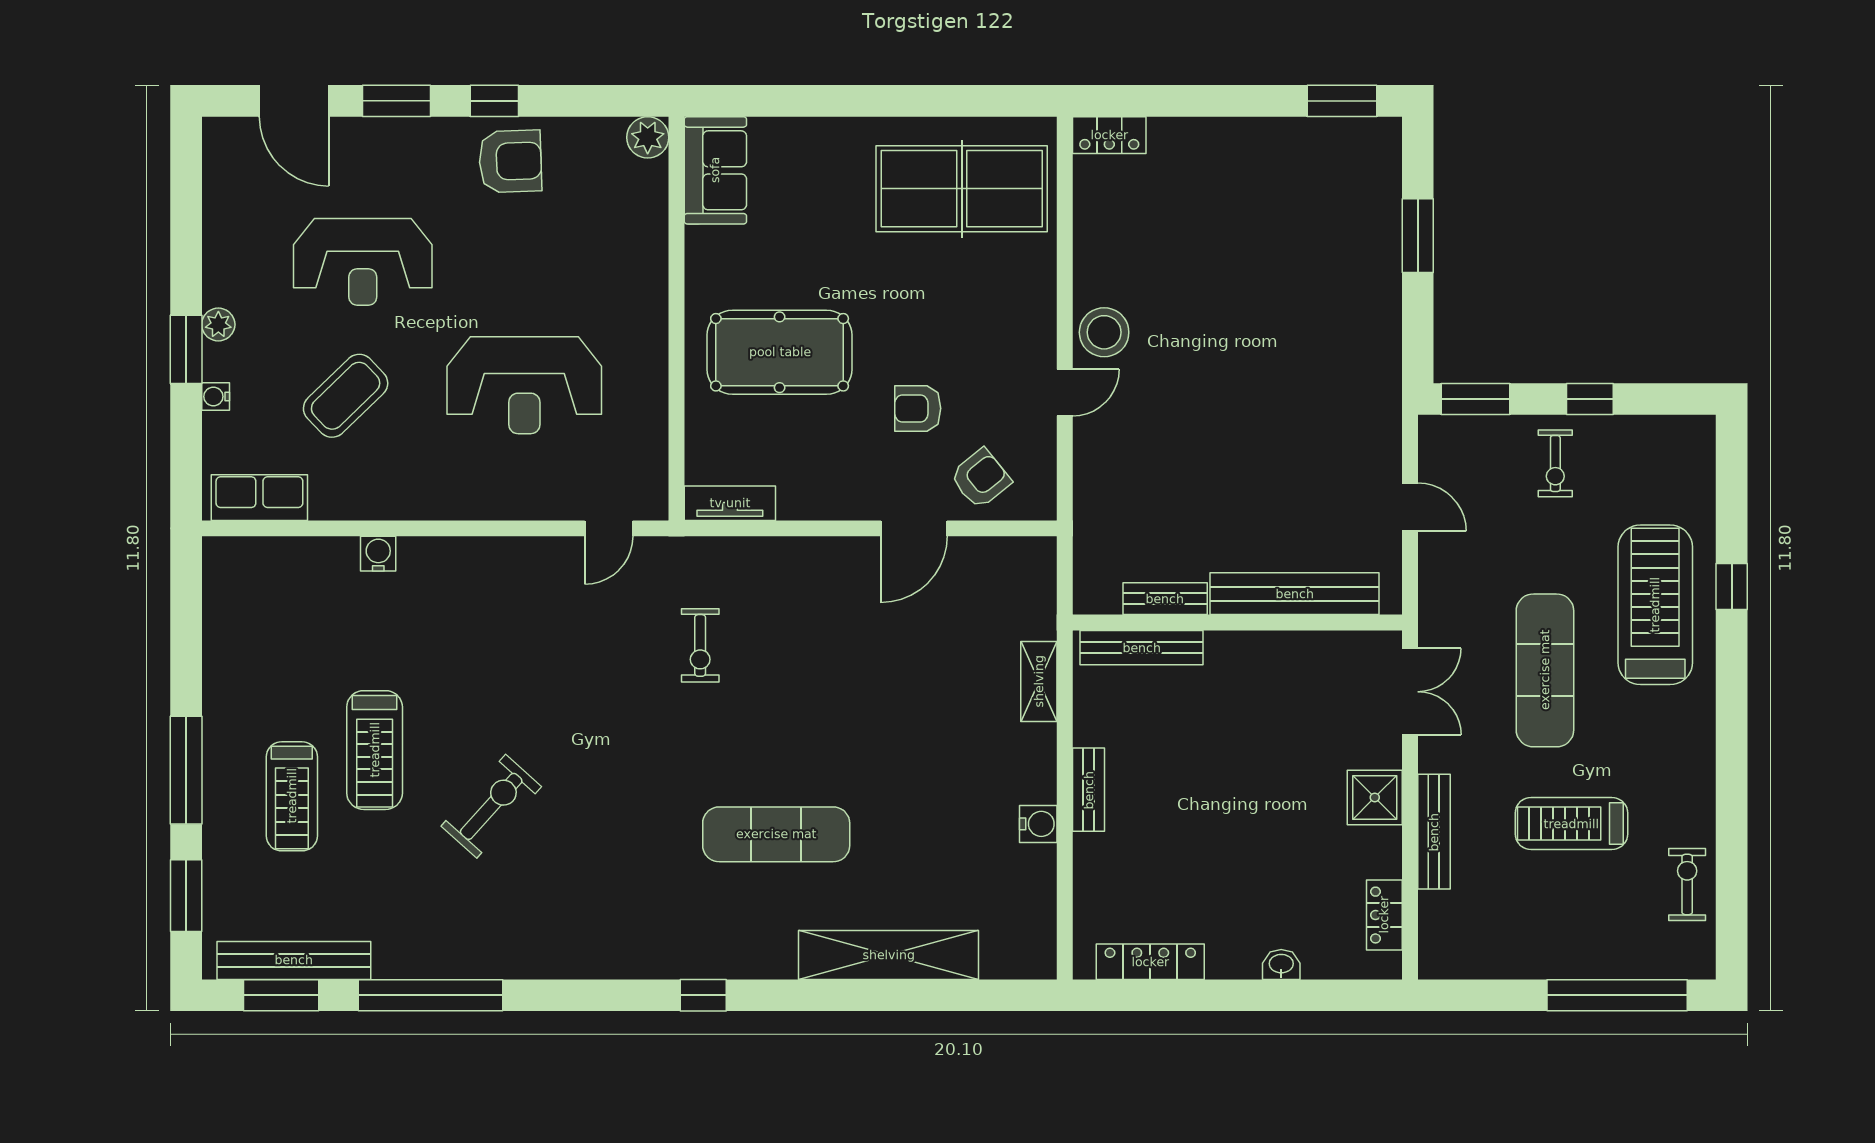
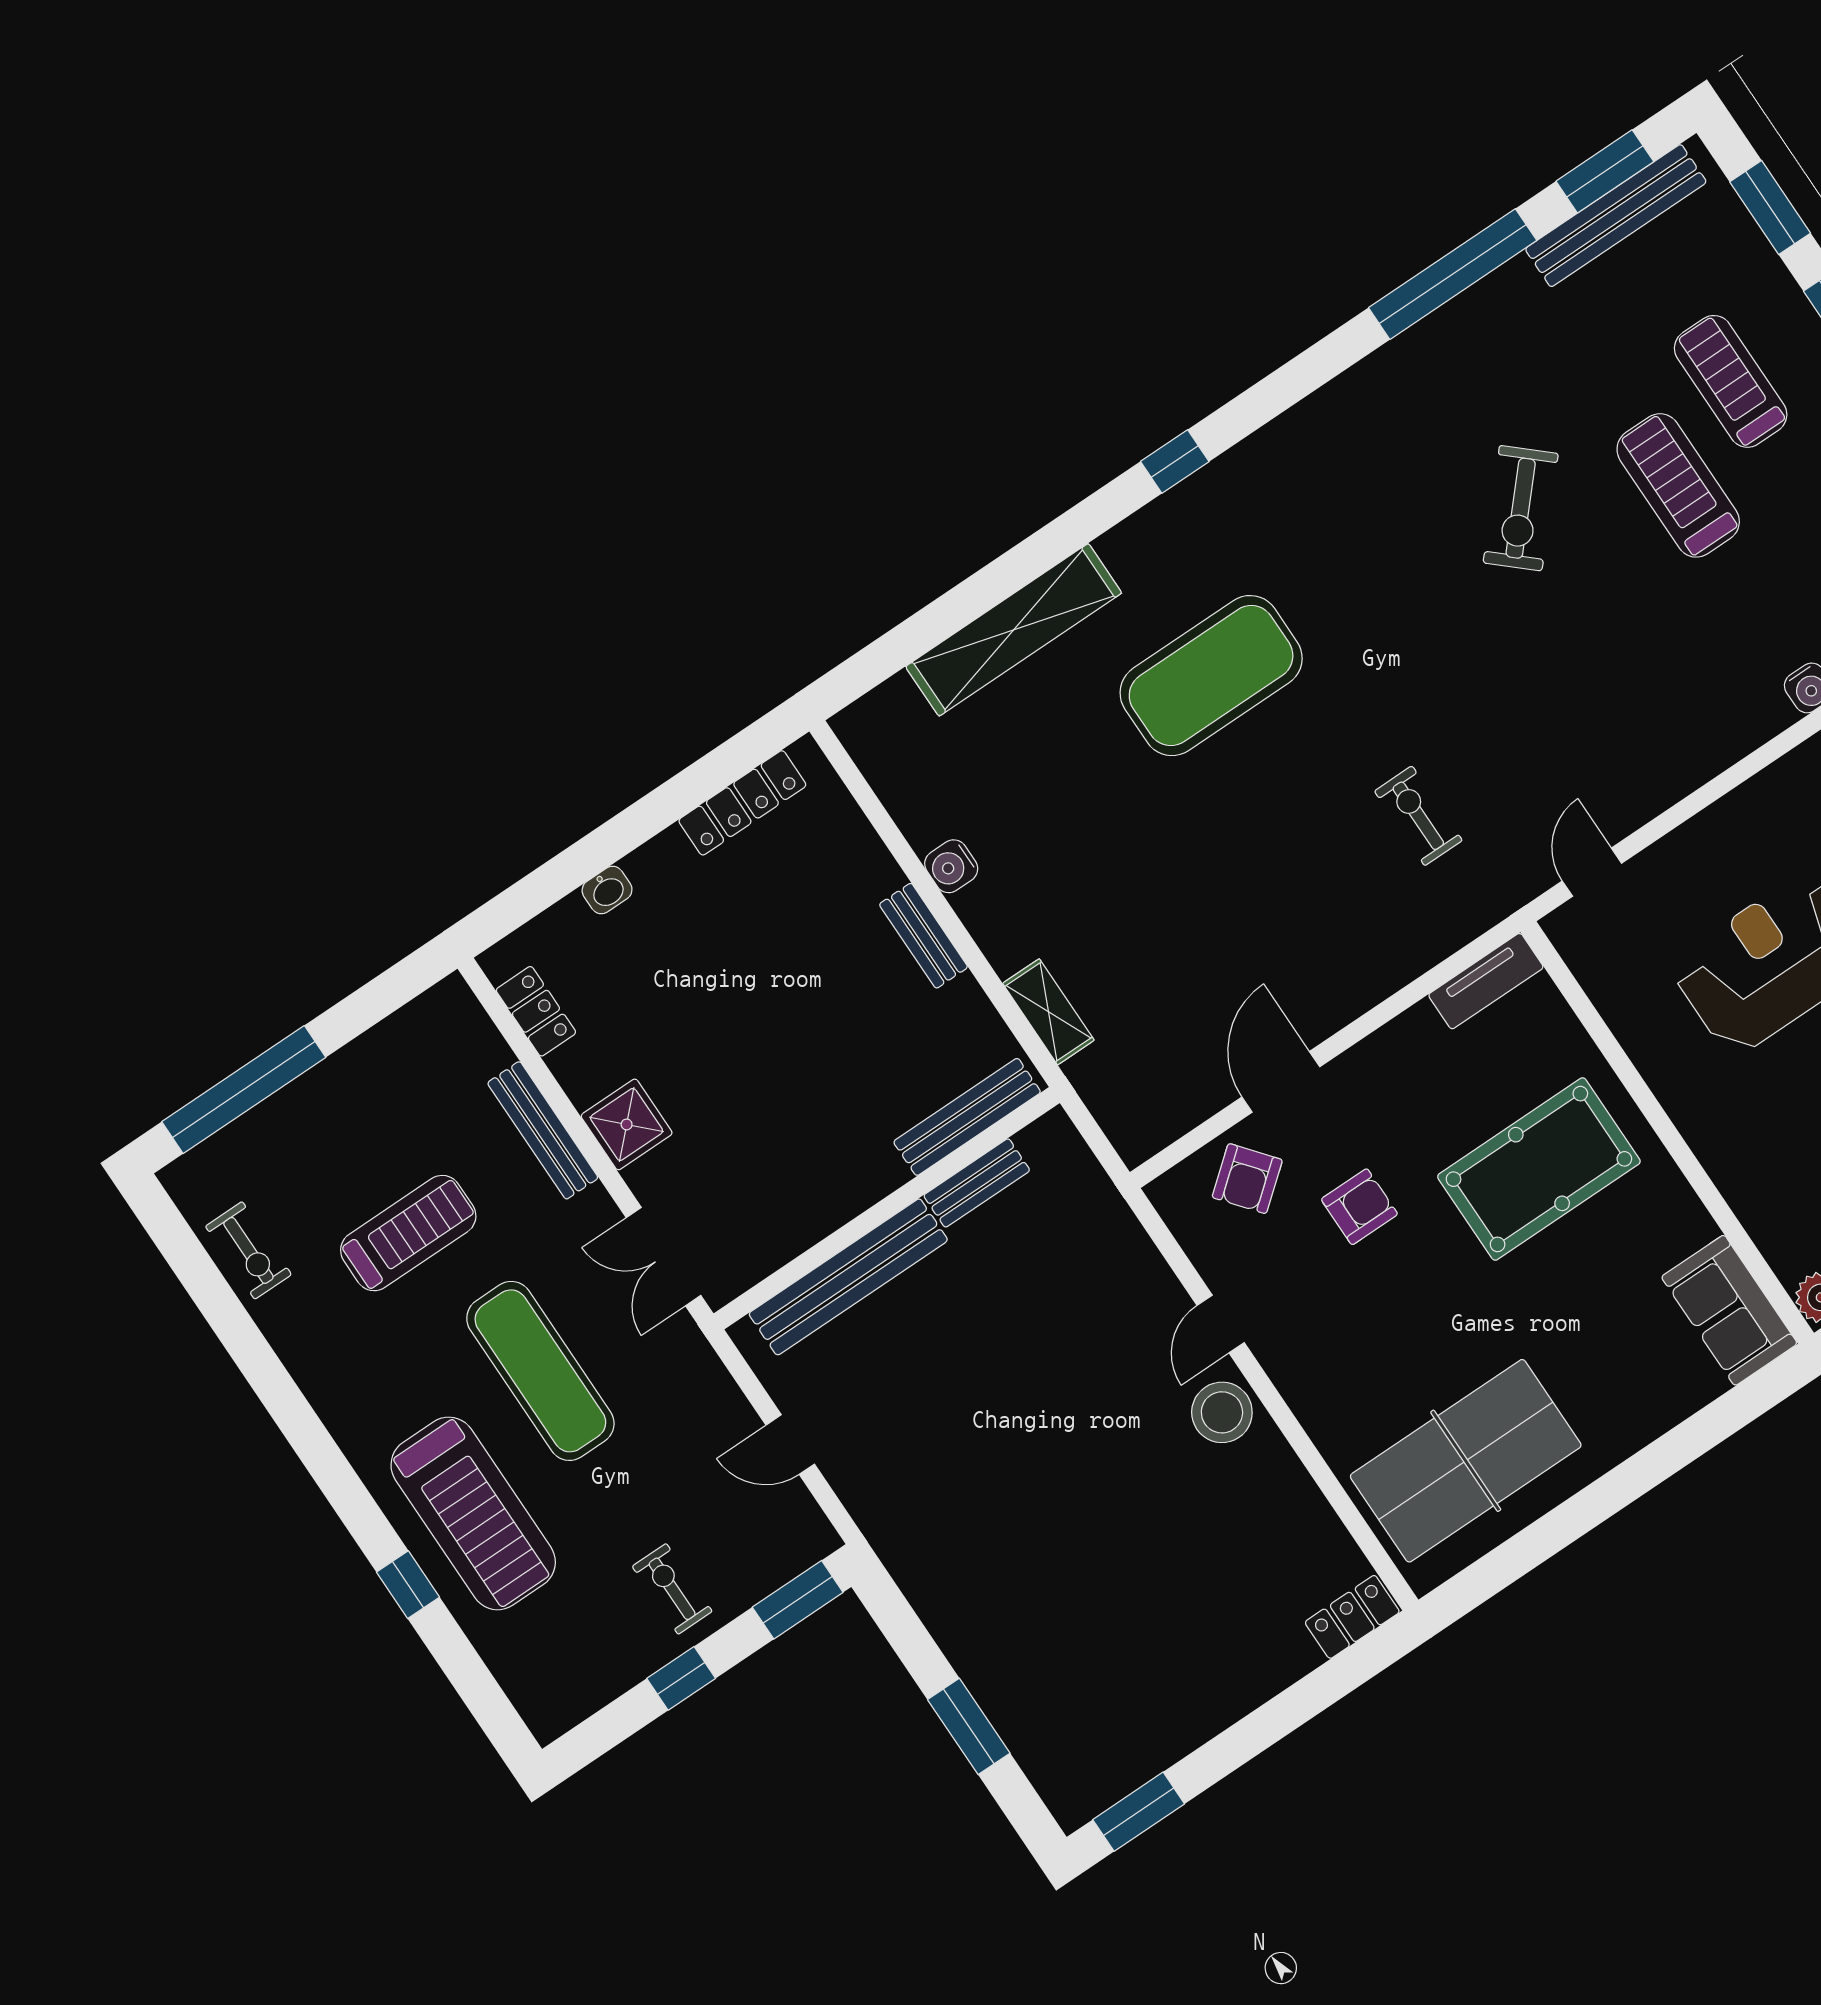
exercise mat: (776, 834) -> (1211, 676), width x1.47

